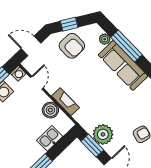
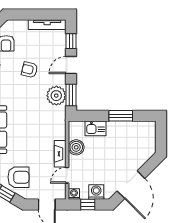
armchair: (72, 46) -> (18, 177), turned 90
fireplace: (65, 102) -> (60, 154), moved

